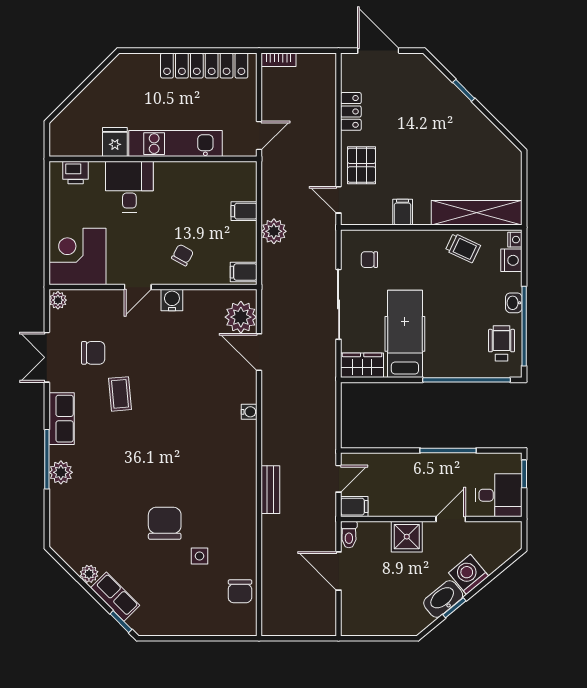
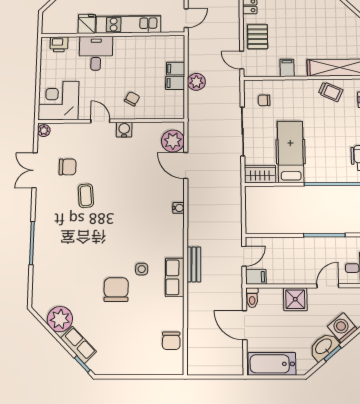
filing cabinet: (244, 272) -> (175, 83), moved
door: (138, 287) -> (100, 121), swing flipped
row of seats: (62, 419) -> (175, 277), moved, turned 180
plant: (61, 472) -> (42, 252), removed
side table: (199, 556) -> (142, 269), moved
plant: (89, 574) -> (60, 319), width x1.87, depth x1.87
bathtub: (374, 621) -> (272, 364), added

